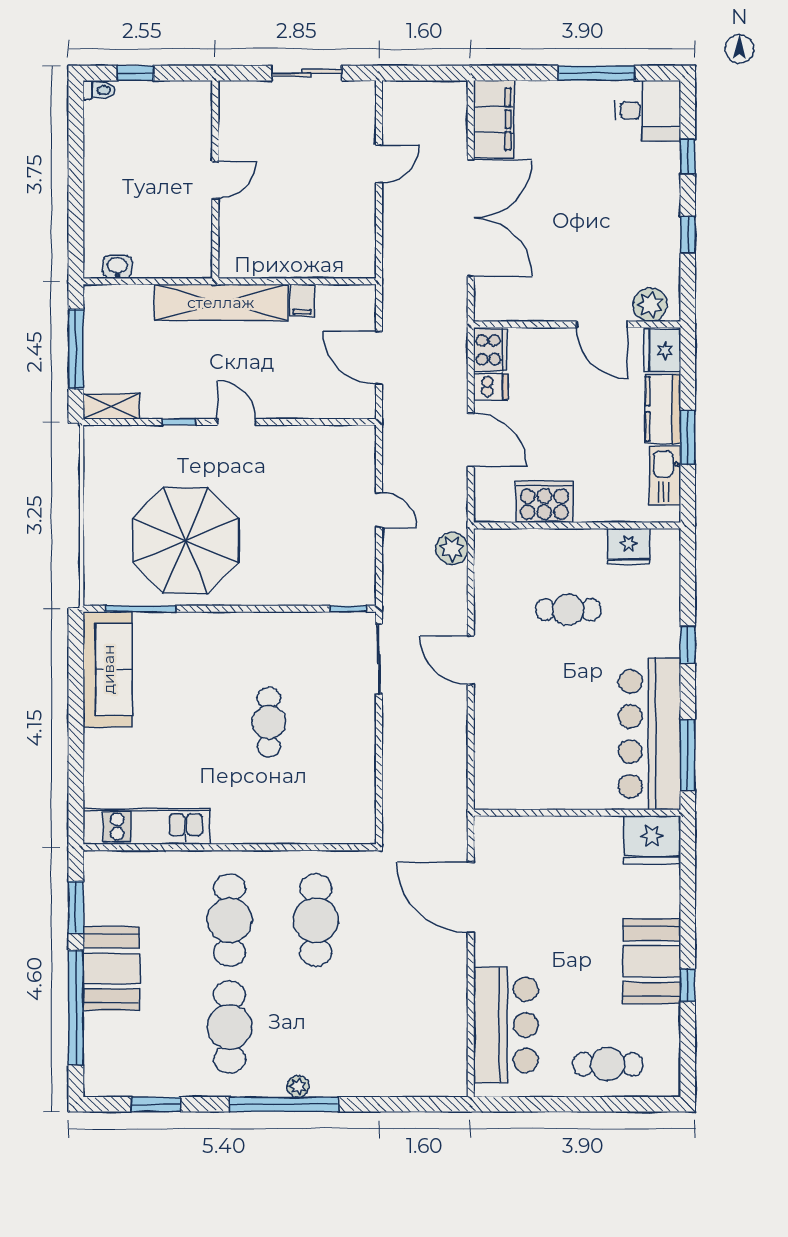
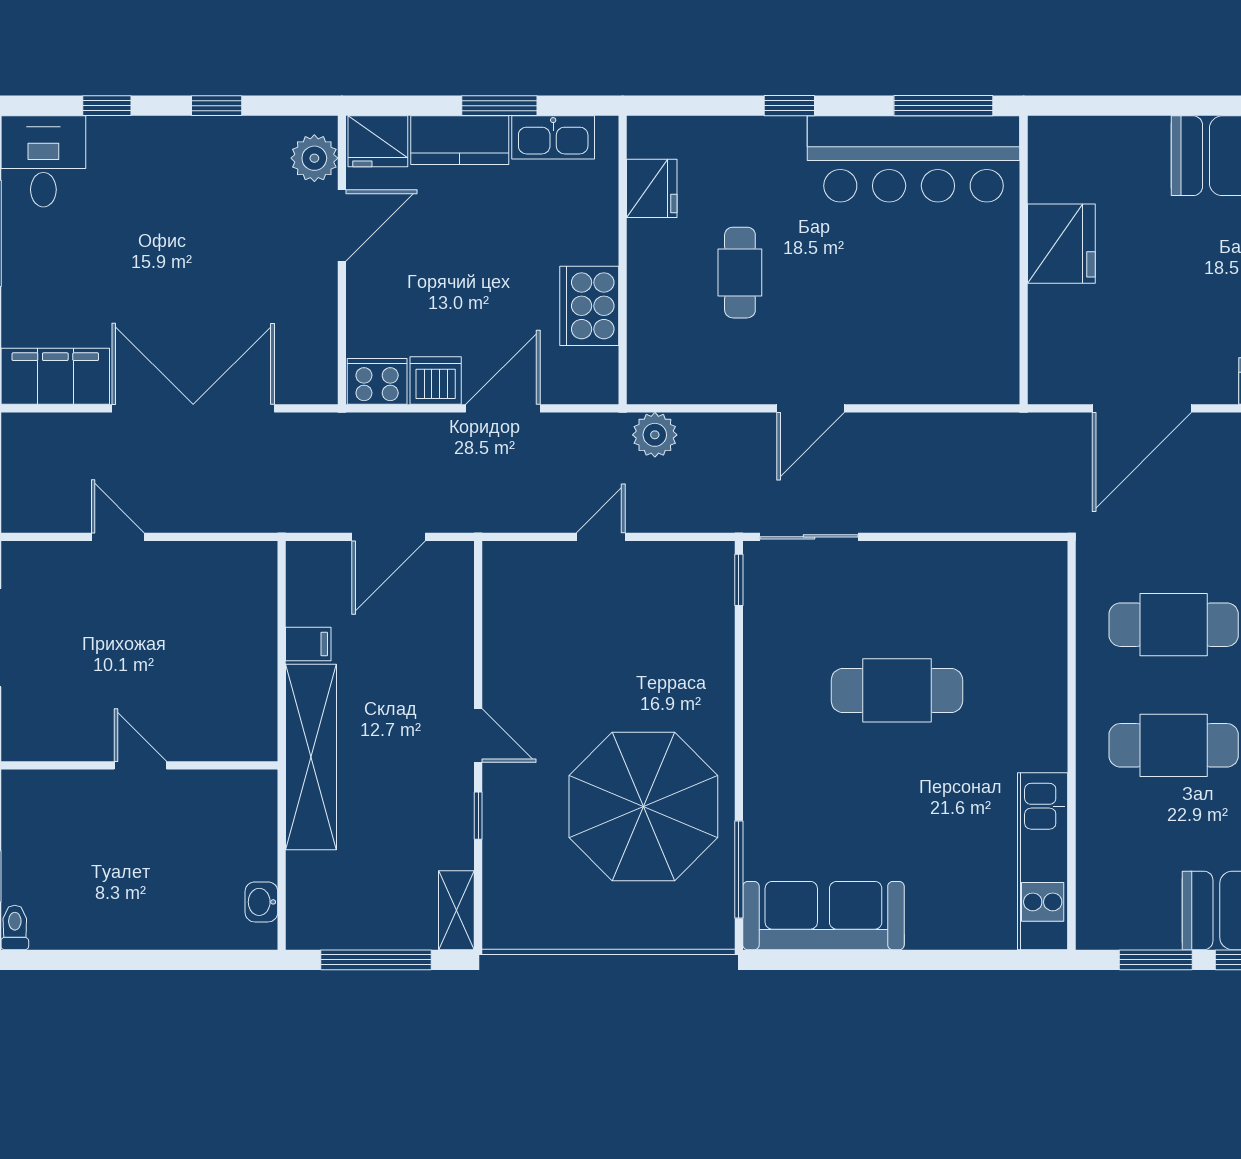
dishwasher: (491, 387) -> (436, 381), width x1.38
door: (237, 422) -> (478, 735), swing flipped
cafe table: (269, 722) -> (897, 690), width x1.37, depth x1.35
fridge: (652, 840) -> (1061, 244), moved

